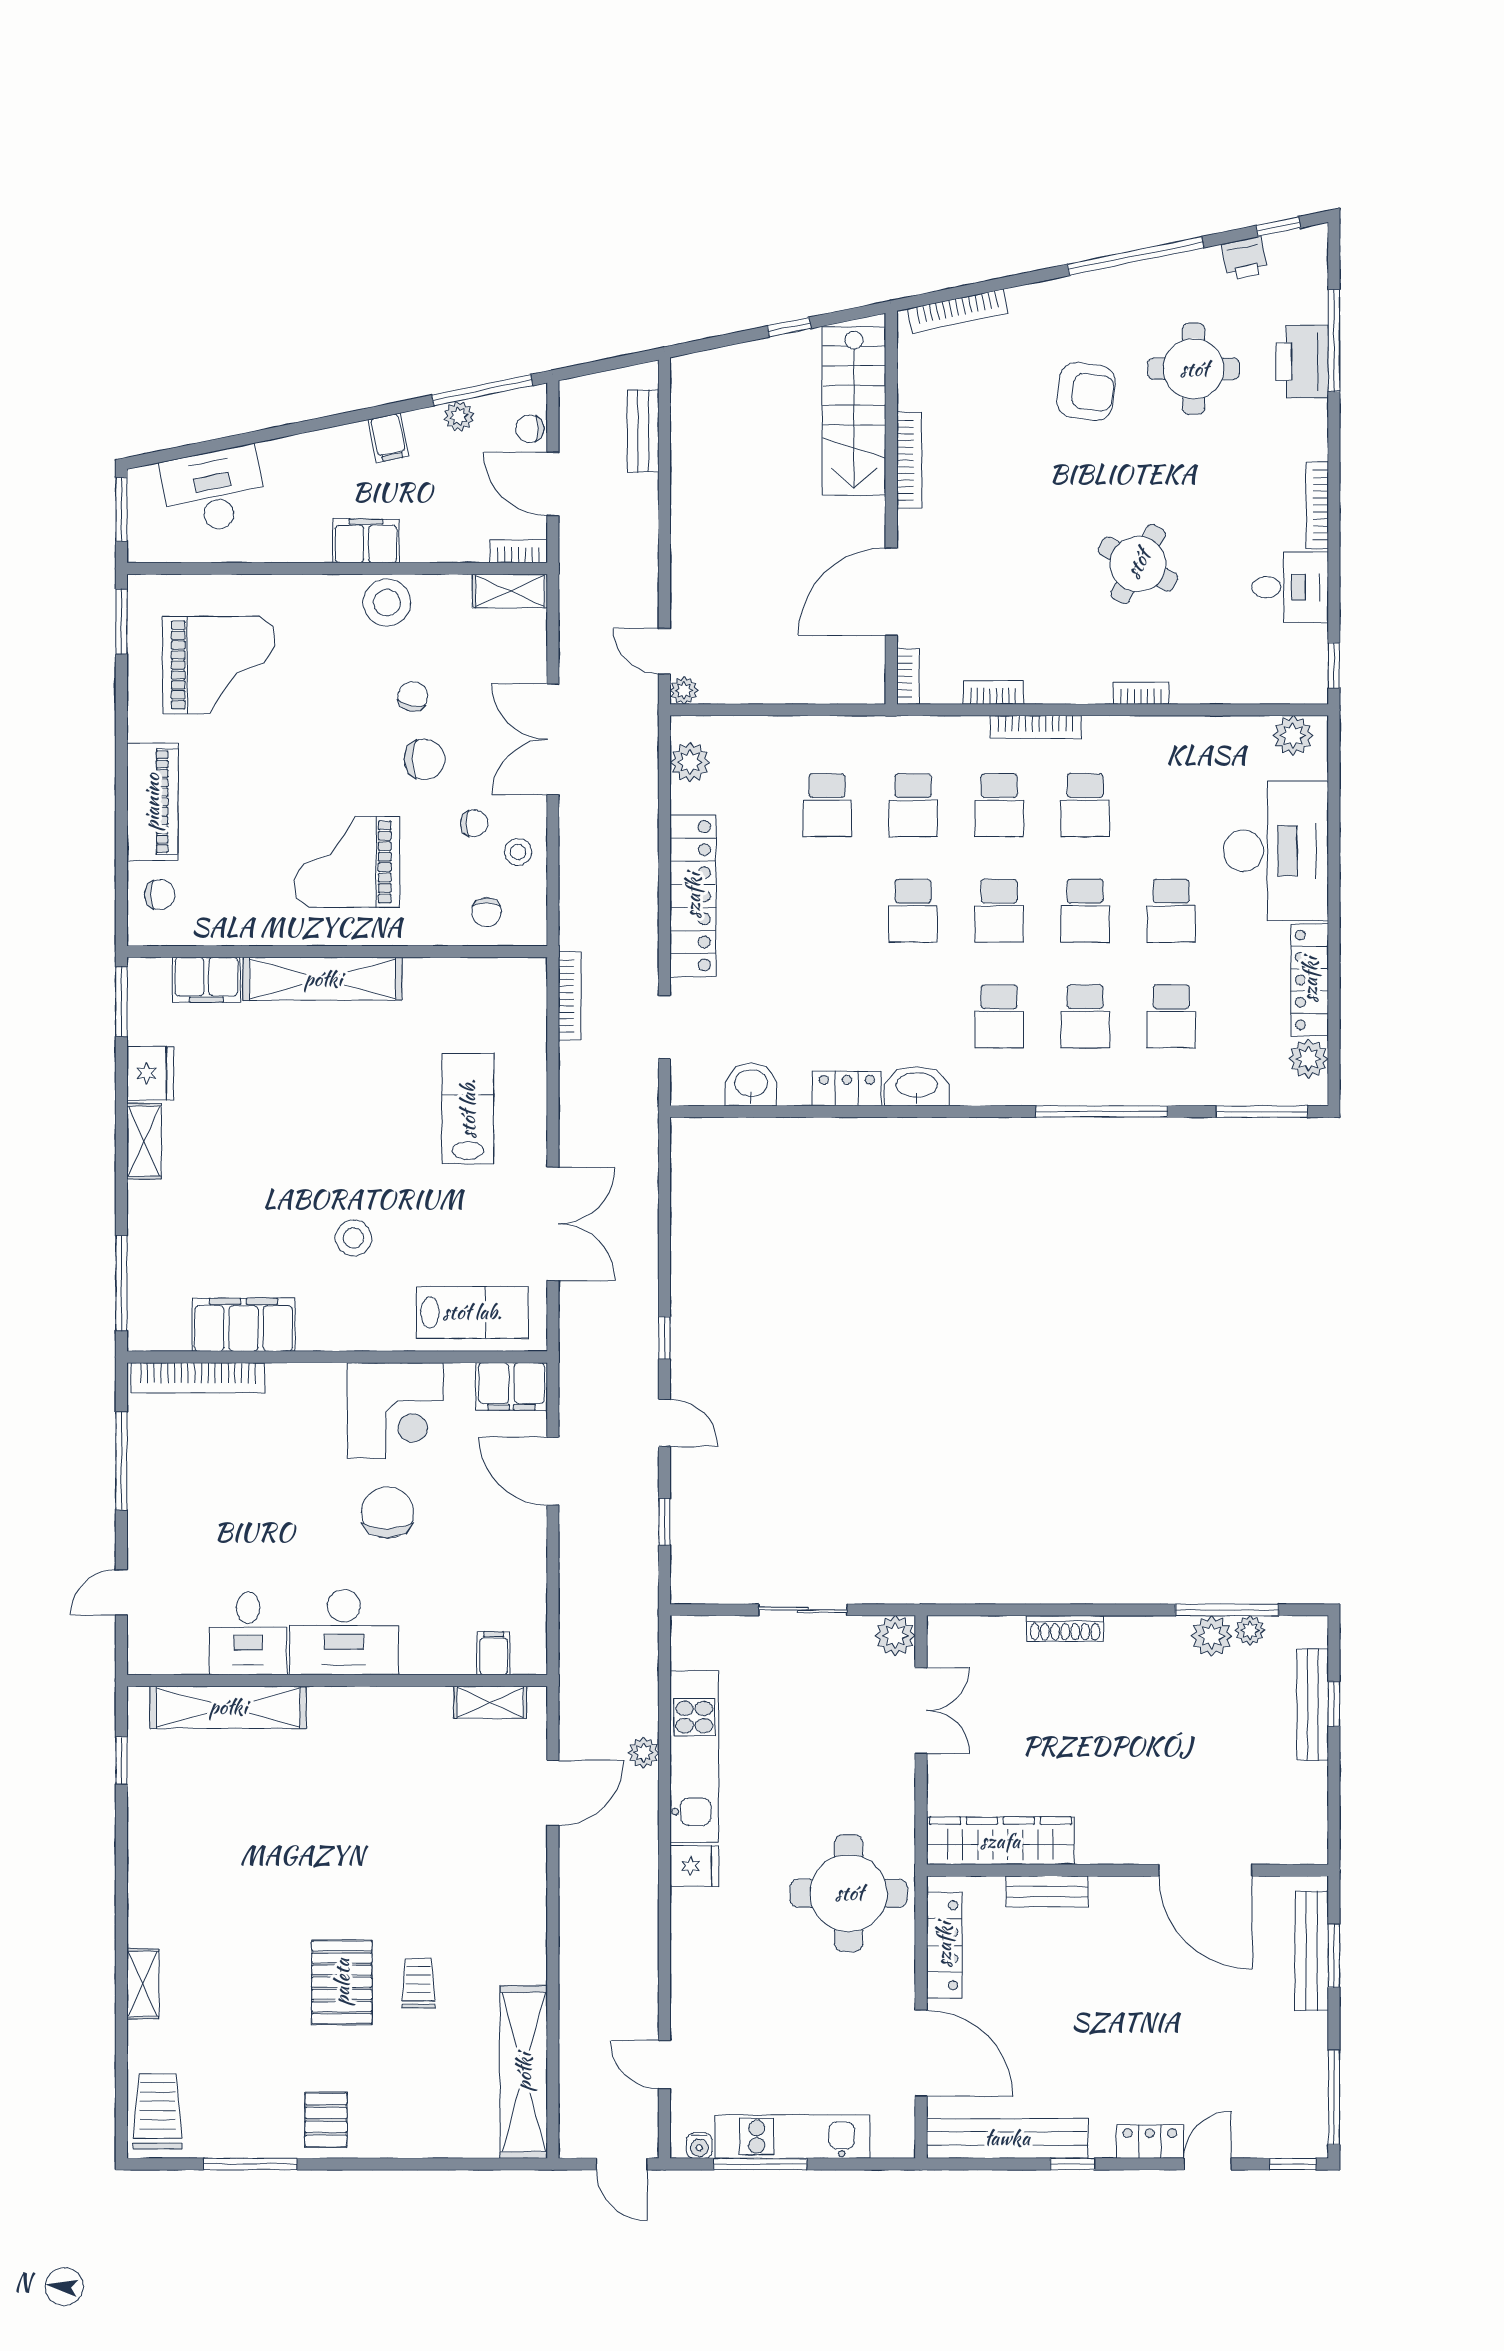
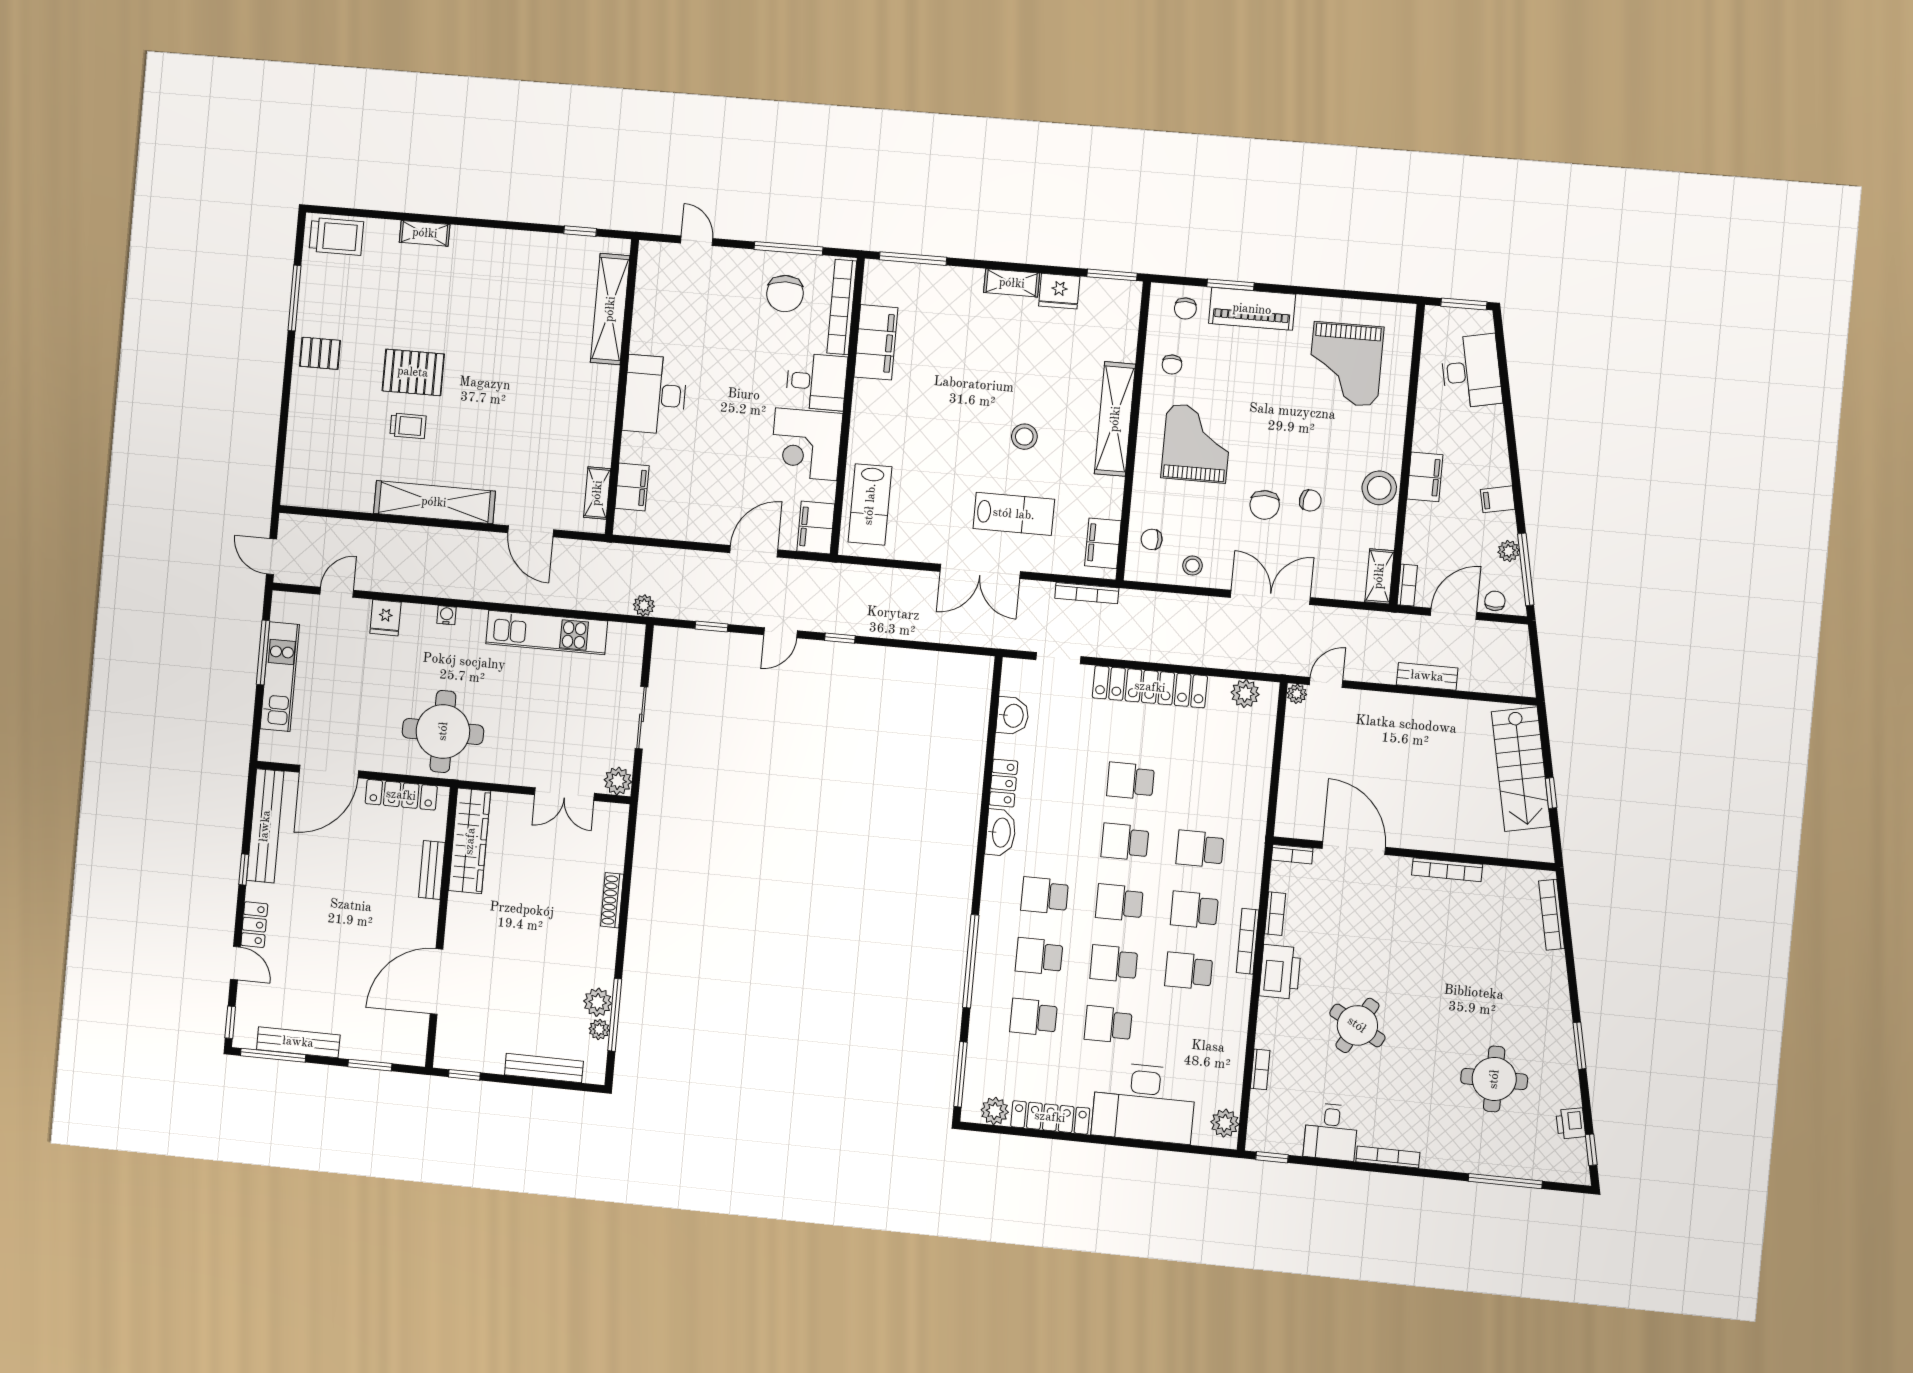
window: (1136, 256) -> (1579, 1046), width x0.47
printer: (1302, 362) -> (1280, 972), moved, turned 90
armchair: (1086, 392) -> (1485, 1001), removed
stairs: (854, 411) -> (1521, 769), moved, turned -102
bench: (643, 431) -> (1427, 676), moved
window: (121, 621) -> (1230, 285), moved
bookcase: (1141, 693) -> (1260, 1069), moved
school desk: (827, 805) -> (1131, 781), moved
chair: (474, 823) -> (1172, 365), moved
filing cabinet: (206, 980) -> (1103, 543), moved
double door: (553, 1224) -> (980, 571), moved
stool: (353, 1238) -> (1024, 437), moved
chair: (387, 1512) -> (785, 294), moved, turned 88
desk: (248, 1633) -> (816, 382), moved, turned 180
filing cabinet: (494, 1653) -> (632, 487), width x2.00
window: (1334, 1704) -> (464, 1075), moved
plant: (643, 1753) -> (644, 605), moved
fridge: (694, 1866) -> (385, 618), moved
bench: (1312, 1951) -> (298, 1042), moved
shelving: (524, 2072) -> (434, 502), moved
water cooler: (699, 2146) -> (446, 615), moved, turned 90
door: (622, 2164) -> (272, 557), hinge flipped

